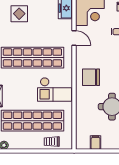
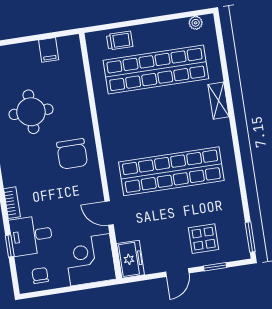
chair: (91, 77) -> (72, 154), turned 90
checkout: (54, 89) -> (128, 125), removed

